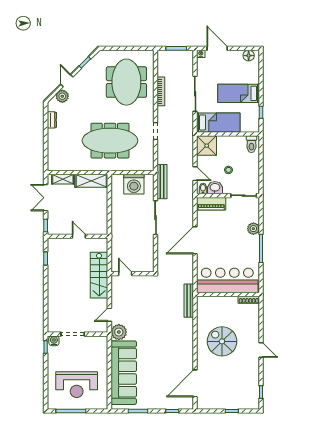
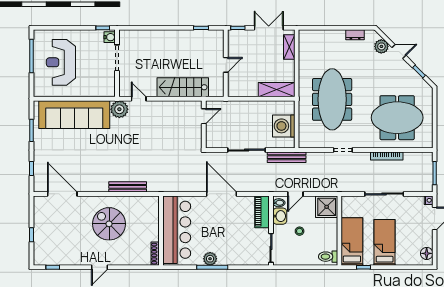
bed: (218, 122) -> (352, 242), moved, turned 180
shelving: (91, 181) -> (277, 90), moved, turned 90
plant: (253, 229) -> (210, 259), moved
door: (125, 274) -> (204, 116), moved
wall: (132, 274) -> (204, 124), moved
bench: (189, 301) -> (128, 187), moved
spiral stairs: (222, 341) -> (109, 224), turned -90

